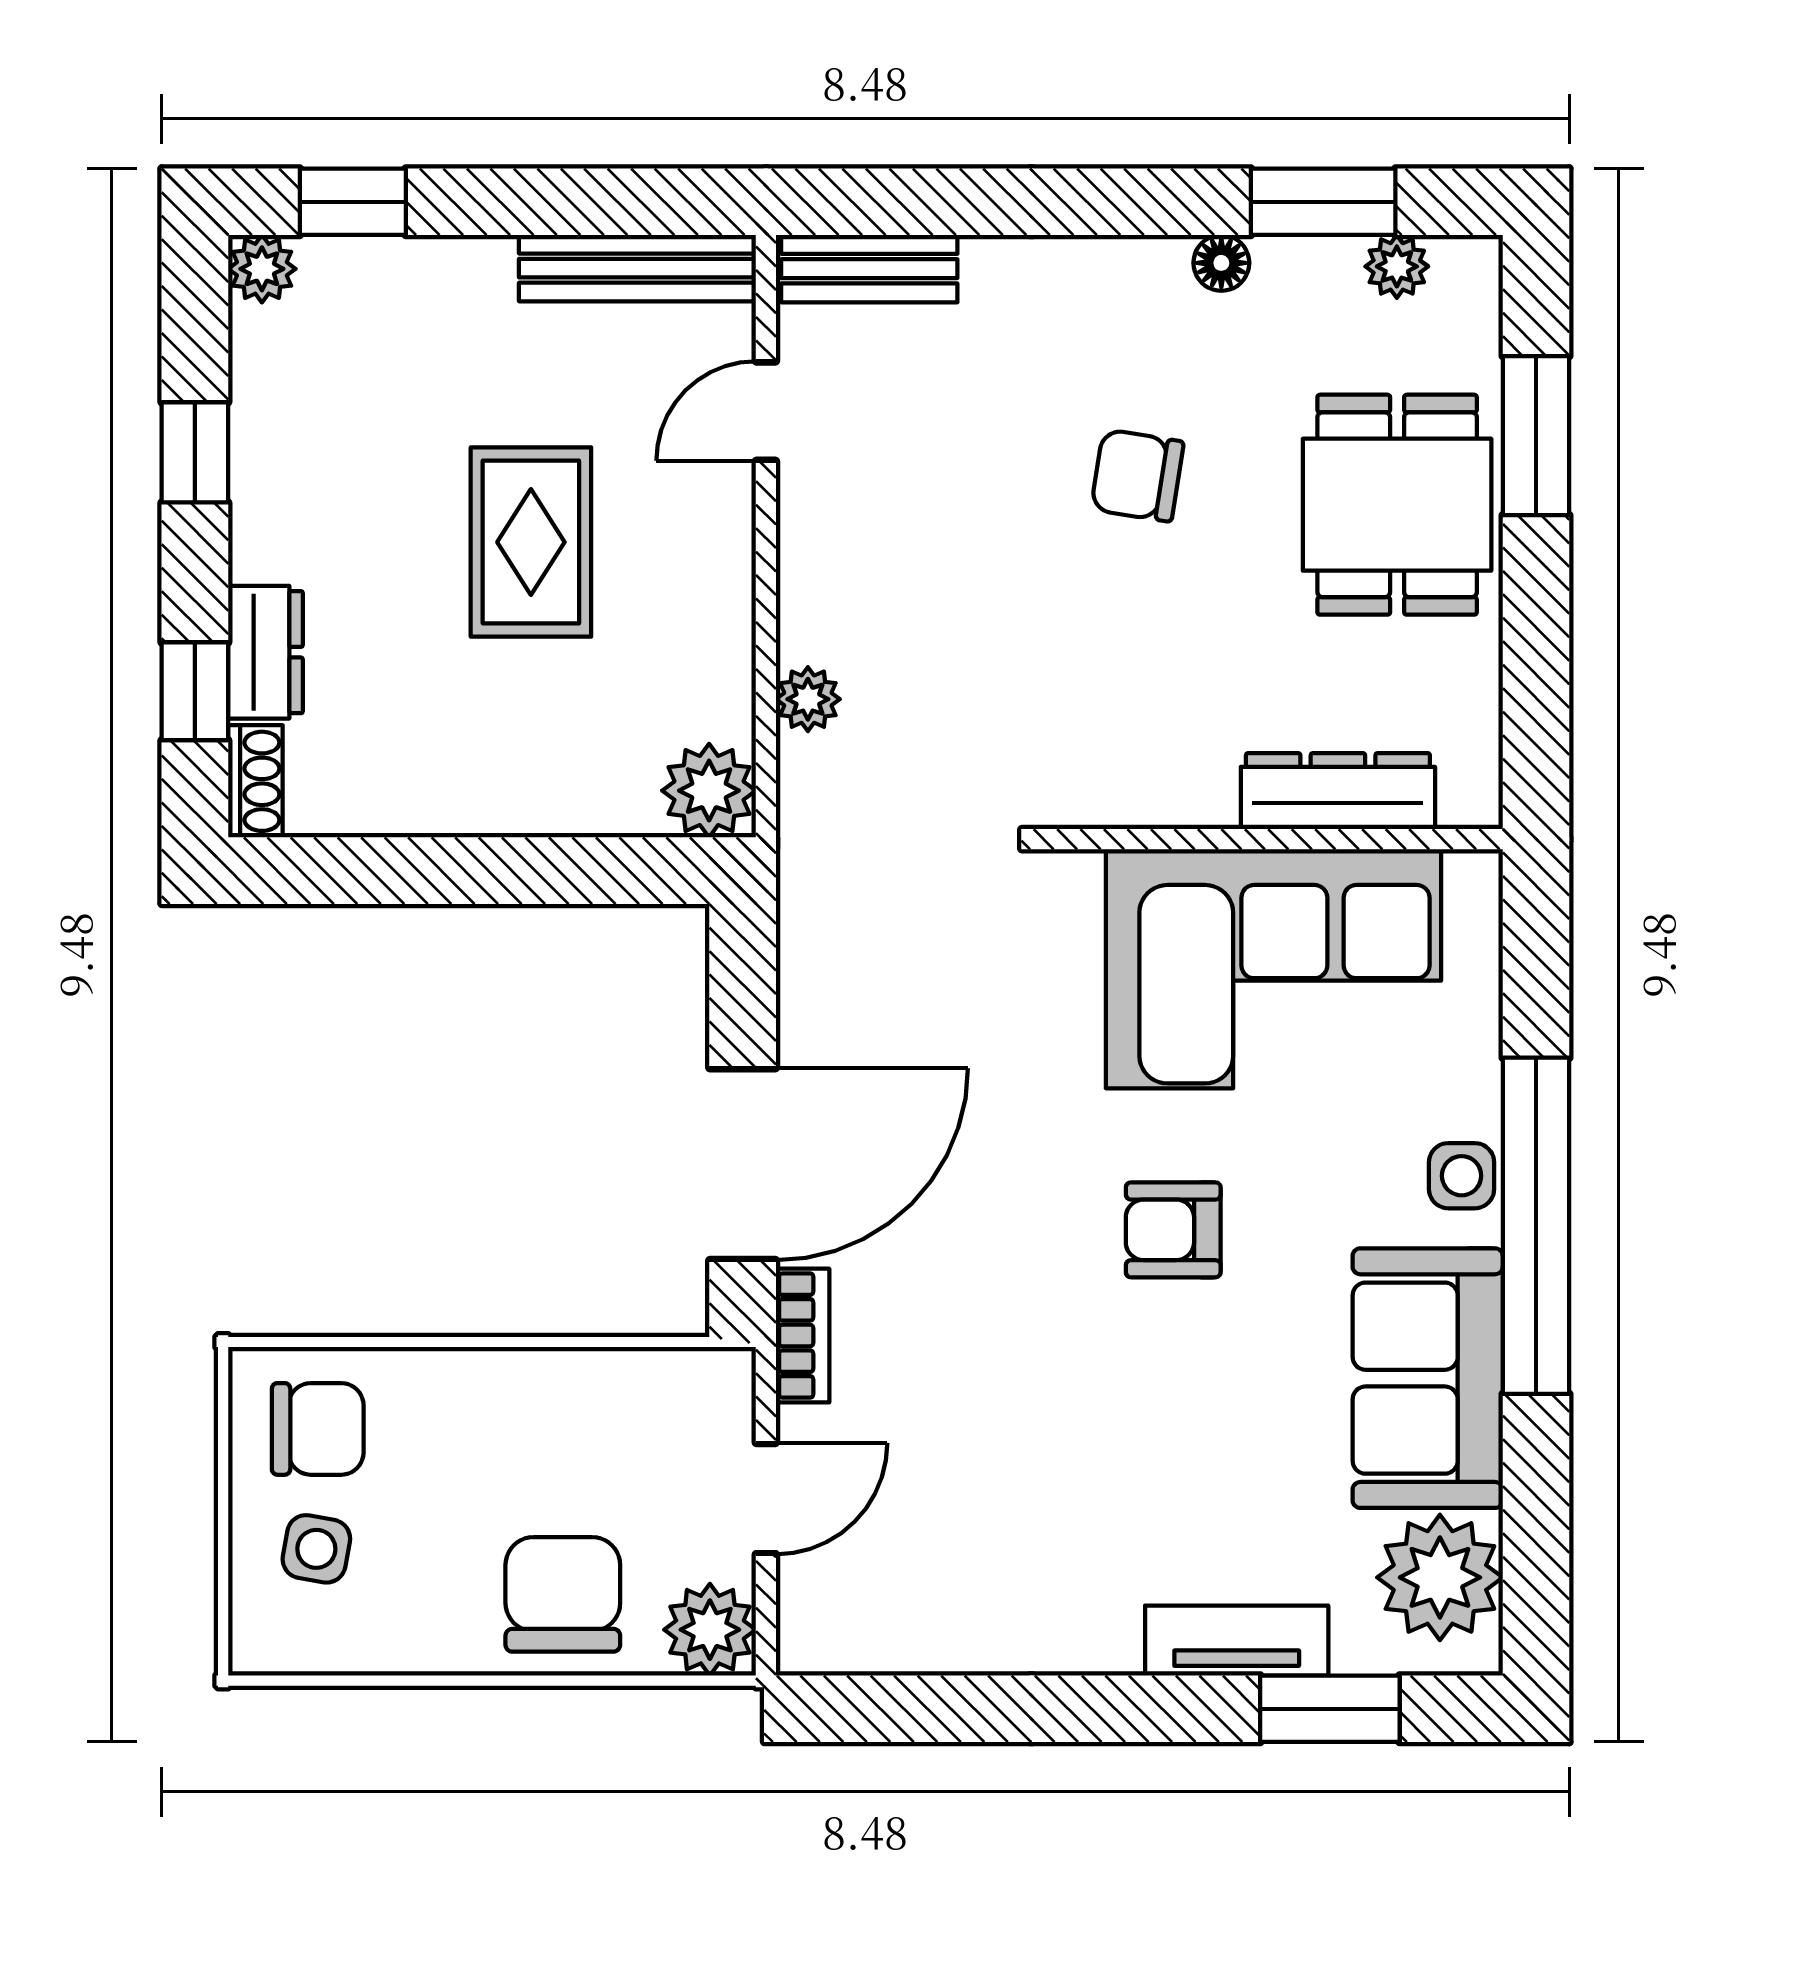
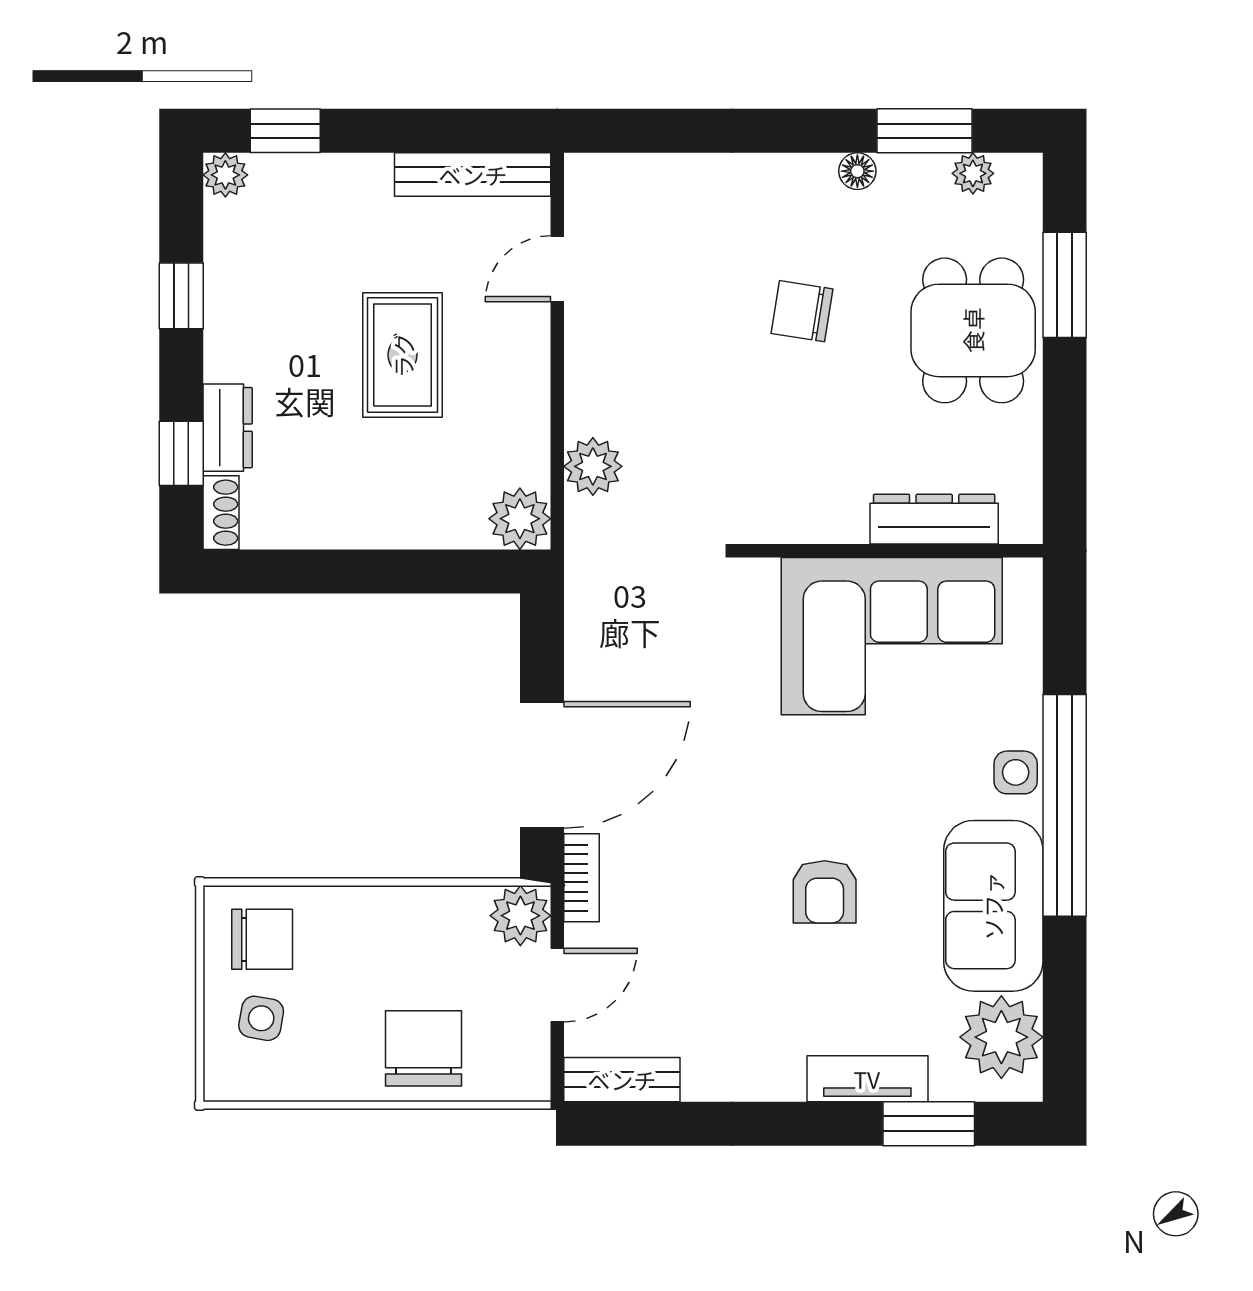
bench: (869, 269) -> (622, 1080), moved
plant: (808, 699) -> (593, 466), width x1.38, depth x1.38
armchair: (1173, 1230) -> (825, 892), moved, turned -90
plant: (710, 1630) -> (520, 916), moved

